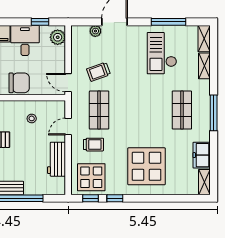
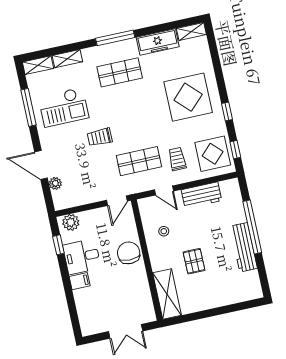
trolley: (99, 72) -> (100, 137), moved, turned 110
freezer: (202, 155) -> (158, 42), width x1.40
window: (115, 198) -> (227, 112), moved

